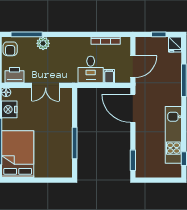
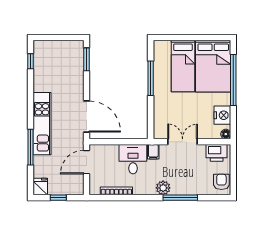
window: (27, 34) -> (180, 198), moved
plant: (43, 43) -> (163, 188), moved
filing cabinet: (109, 76) -> (153, 152), moved
kitchen unit: (173, 135) -> (42, 124), moved
bed: (45, 154) -> (183, 66), added

